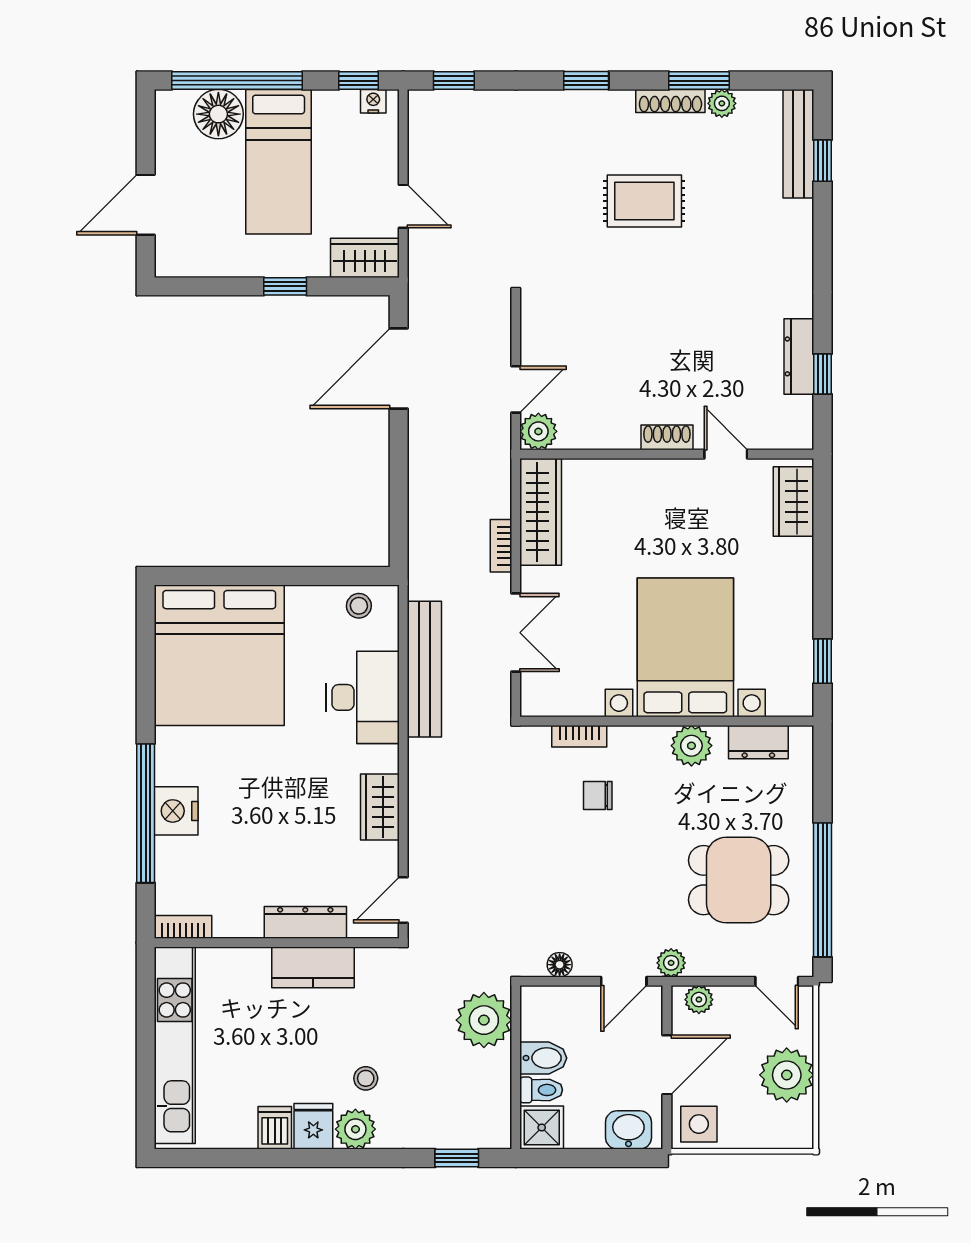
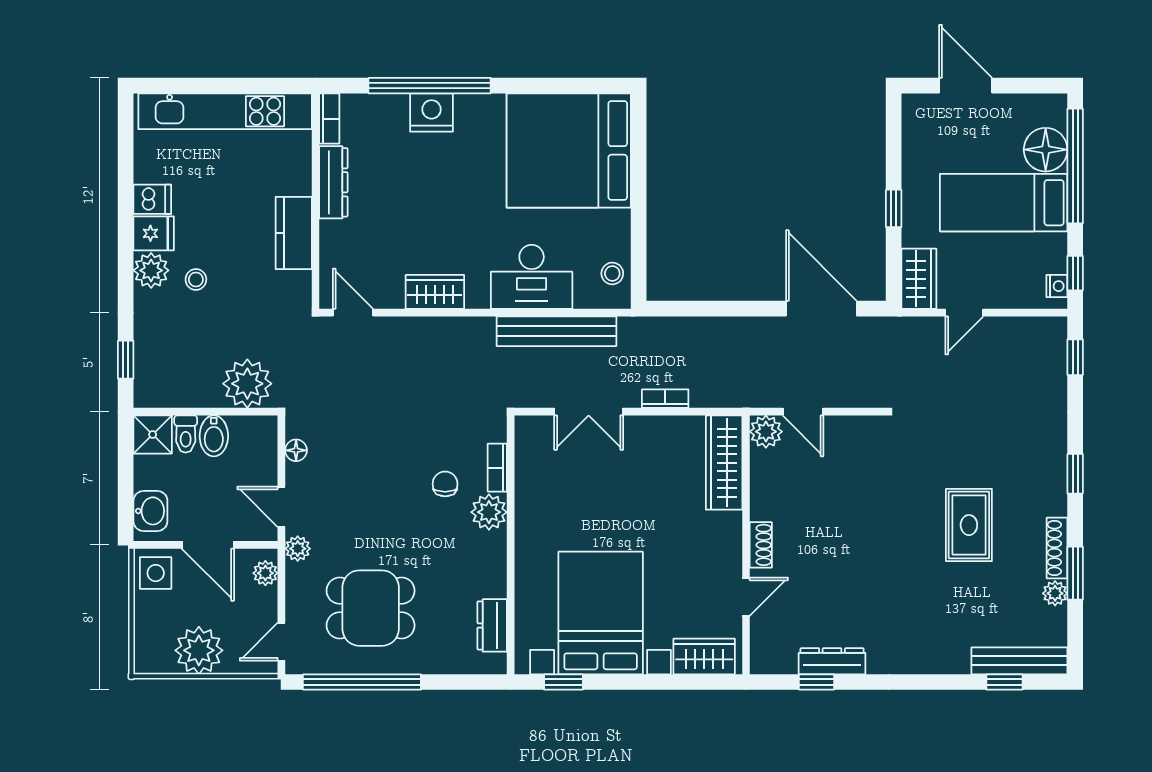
wardrobe: (541, 512) -> (724, 463), moved, turned 90
bed with nightstands: (685, 647) -> (601, 613), moved, turned -90
plant: (691, 746) -> (489, 512), moved
dining table: (739, 880) -> (371, 608), turned 90
dresser: (305, 922) -> (333, 182), moved

